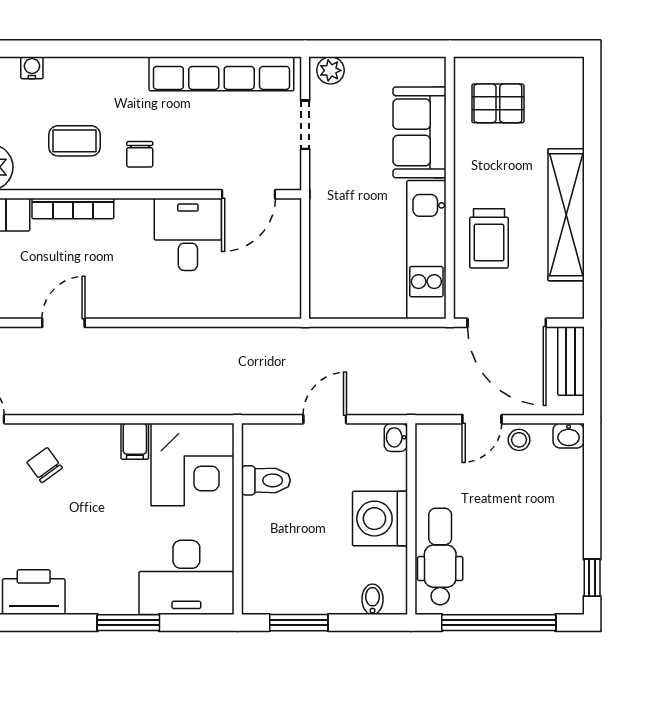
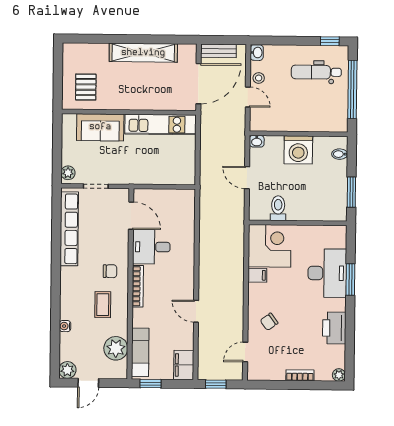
bookcase: (73, 209) -> (138, 286), moved
trolley: (489, 238) -> (155, 92), removed
dental chair: (440, 556) -> (316, 72), moved
desk: (186, 577) -> (327, 273), moved

